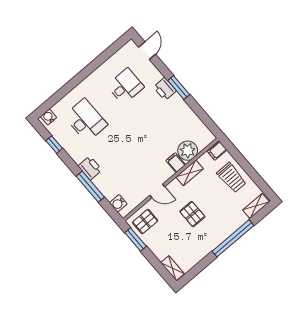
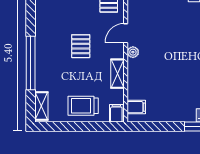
plant: (188, 151) -> (133, 52), moved, width x0.53, depth x0.53
filing cabinet: (176, 163) -> (136, 107), moved
pallet: (192, 214) -> (81, 46), turned 90

